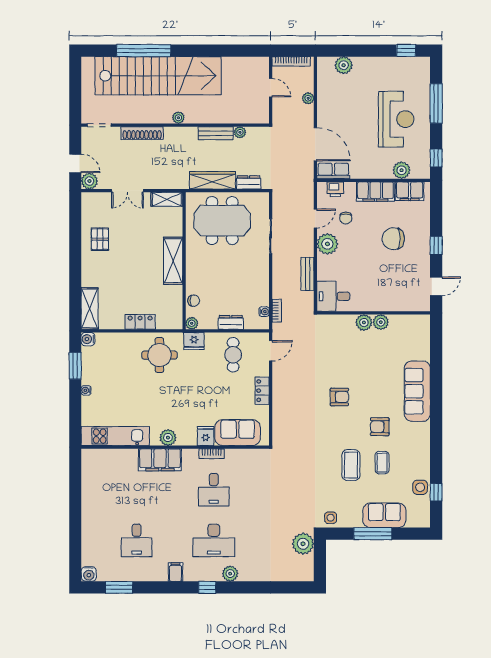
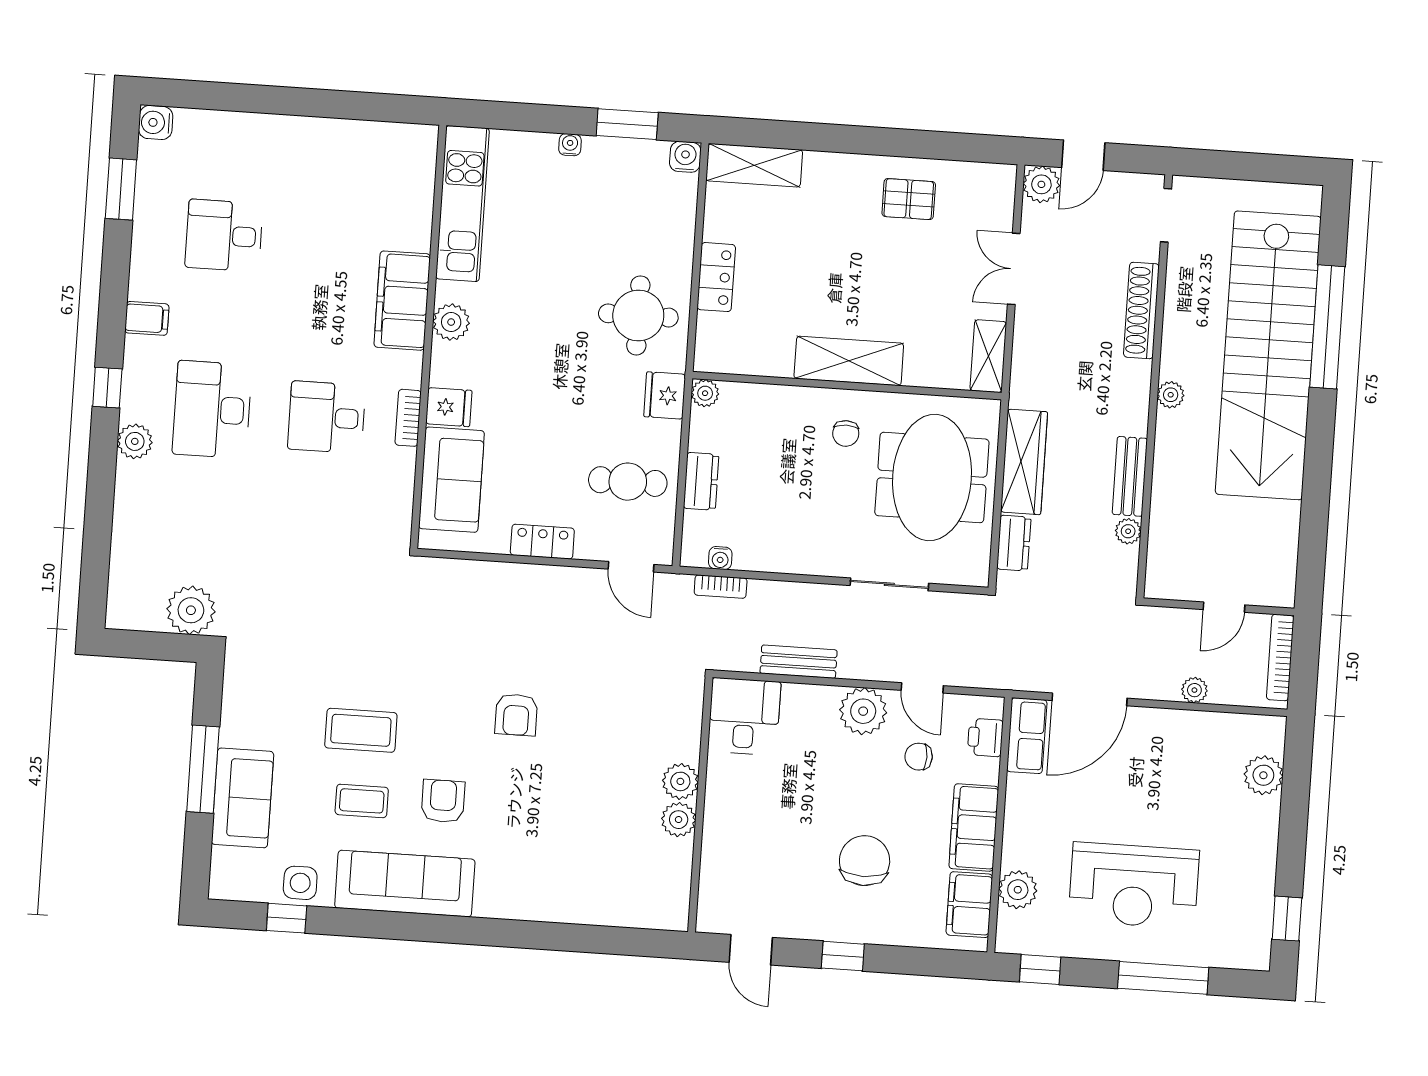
chair: (194, 301) -> (846, 433), moved
sofa: (417, 391) -> (405, 884), moved
side table: (331, 518) -> (245, 676), removed

